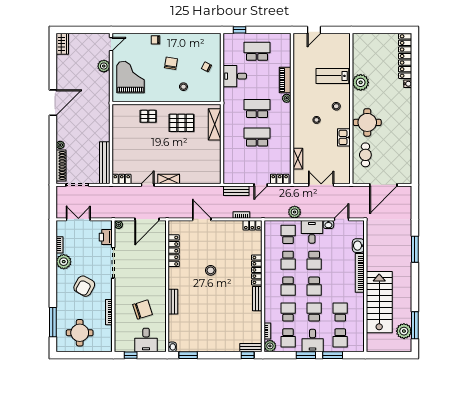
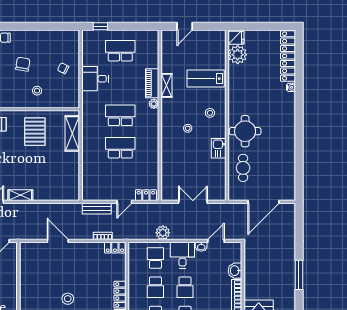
fridge: (359, 40) -> (236, 38), added
plant: (361, 82) -> (238, 55), moved
pallet: (182, 123) -> (35, 132), turned 90
shelving: (298, 159) -> (167, 85), moved
locker: (174, 251) -> (26, 276), removed

